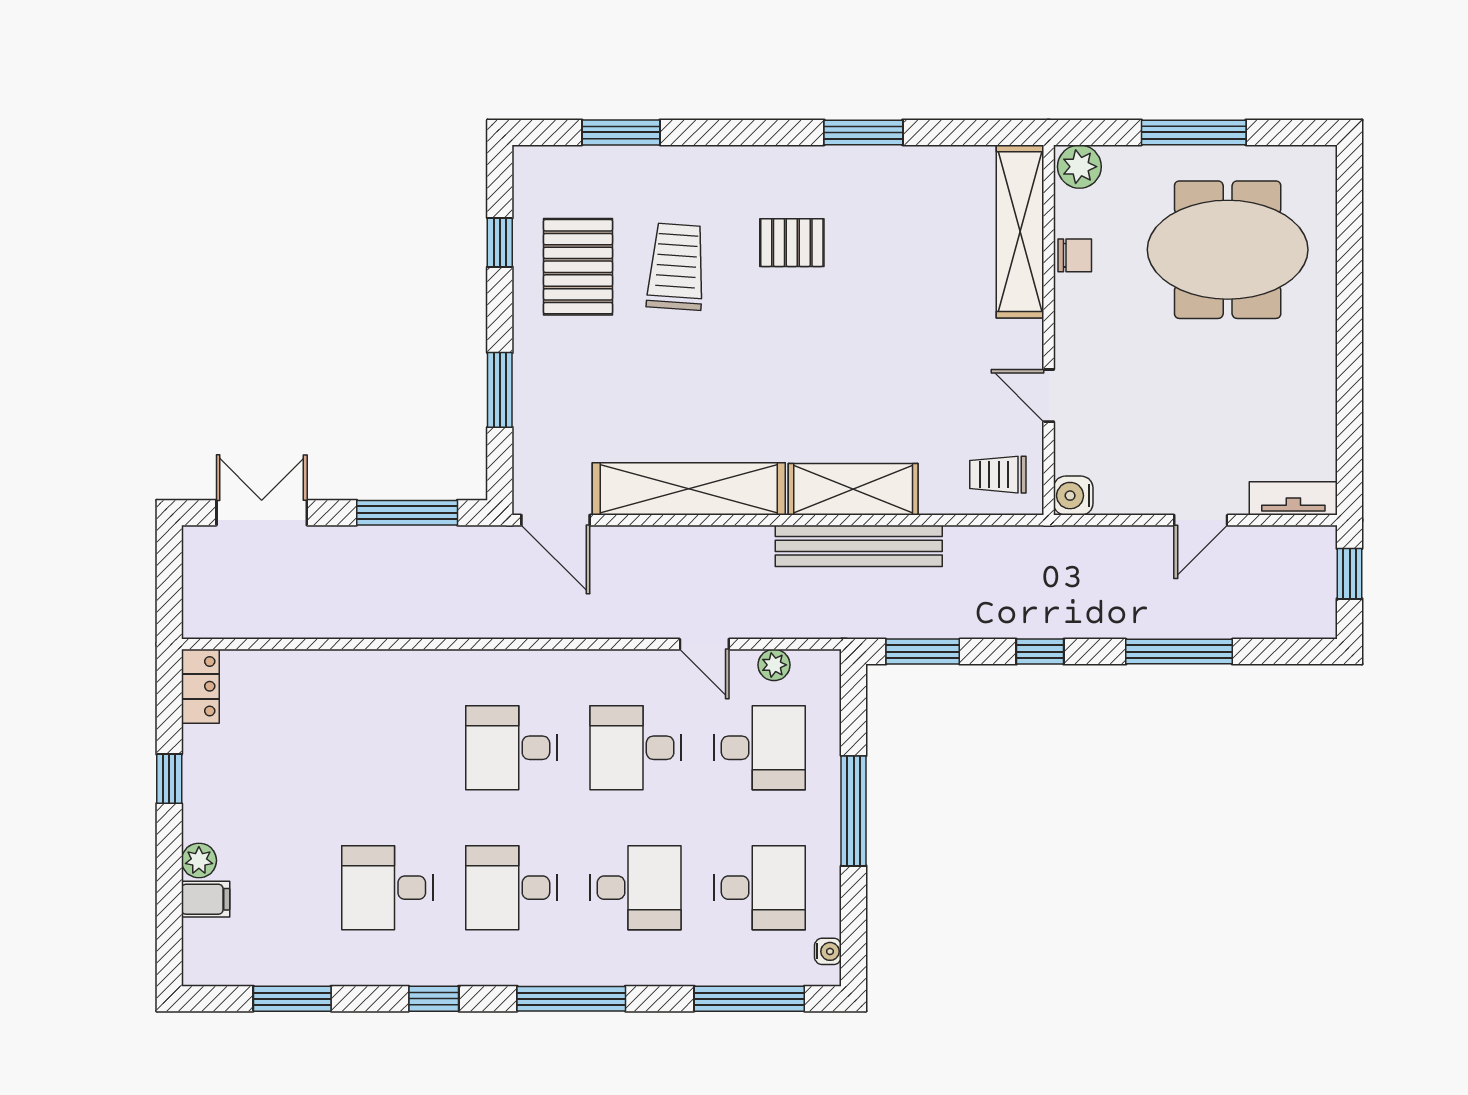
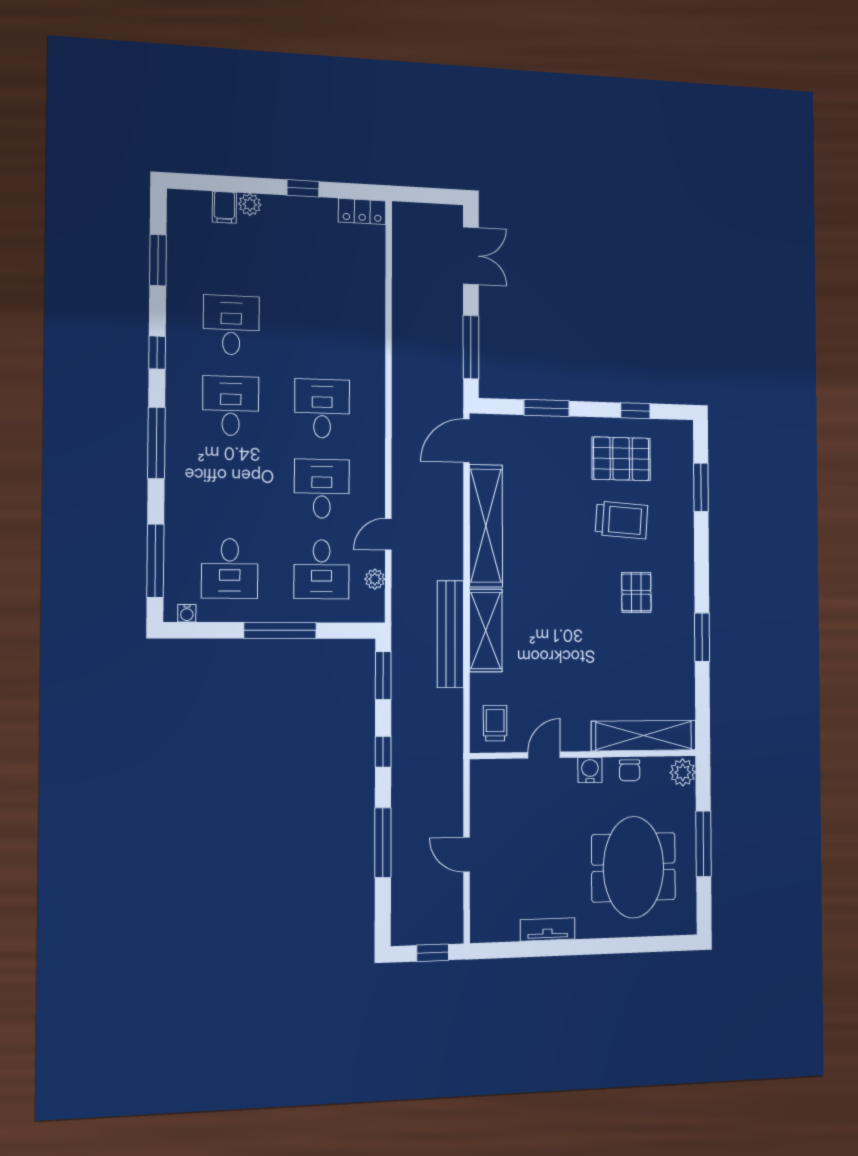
water cooler: (1073, 496) -> (590, 770), moved
tv unit: (1293, 498) -> (548, 929), moved, turned -90
desk: (636, 888) -> (230, 487), removed

